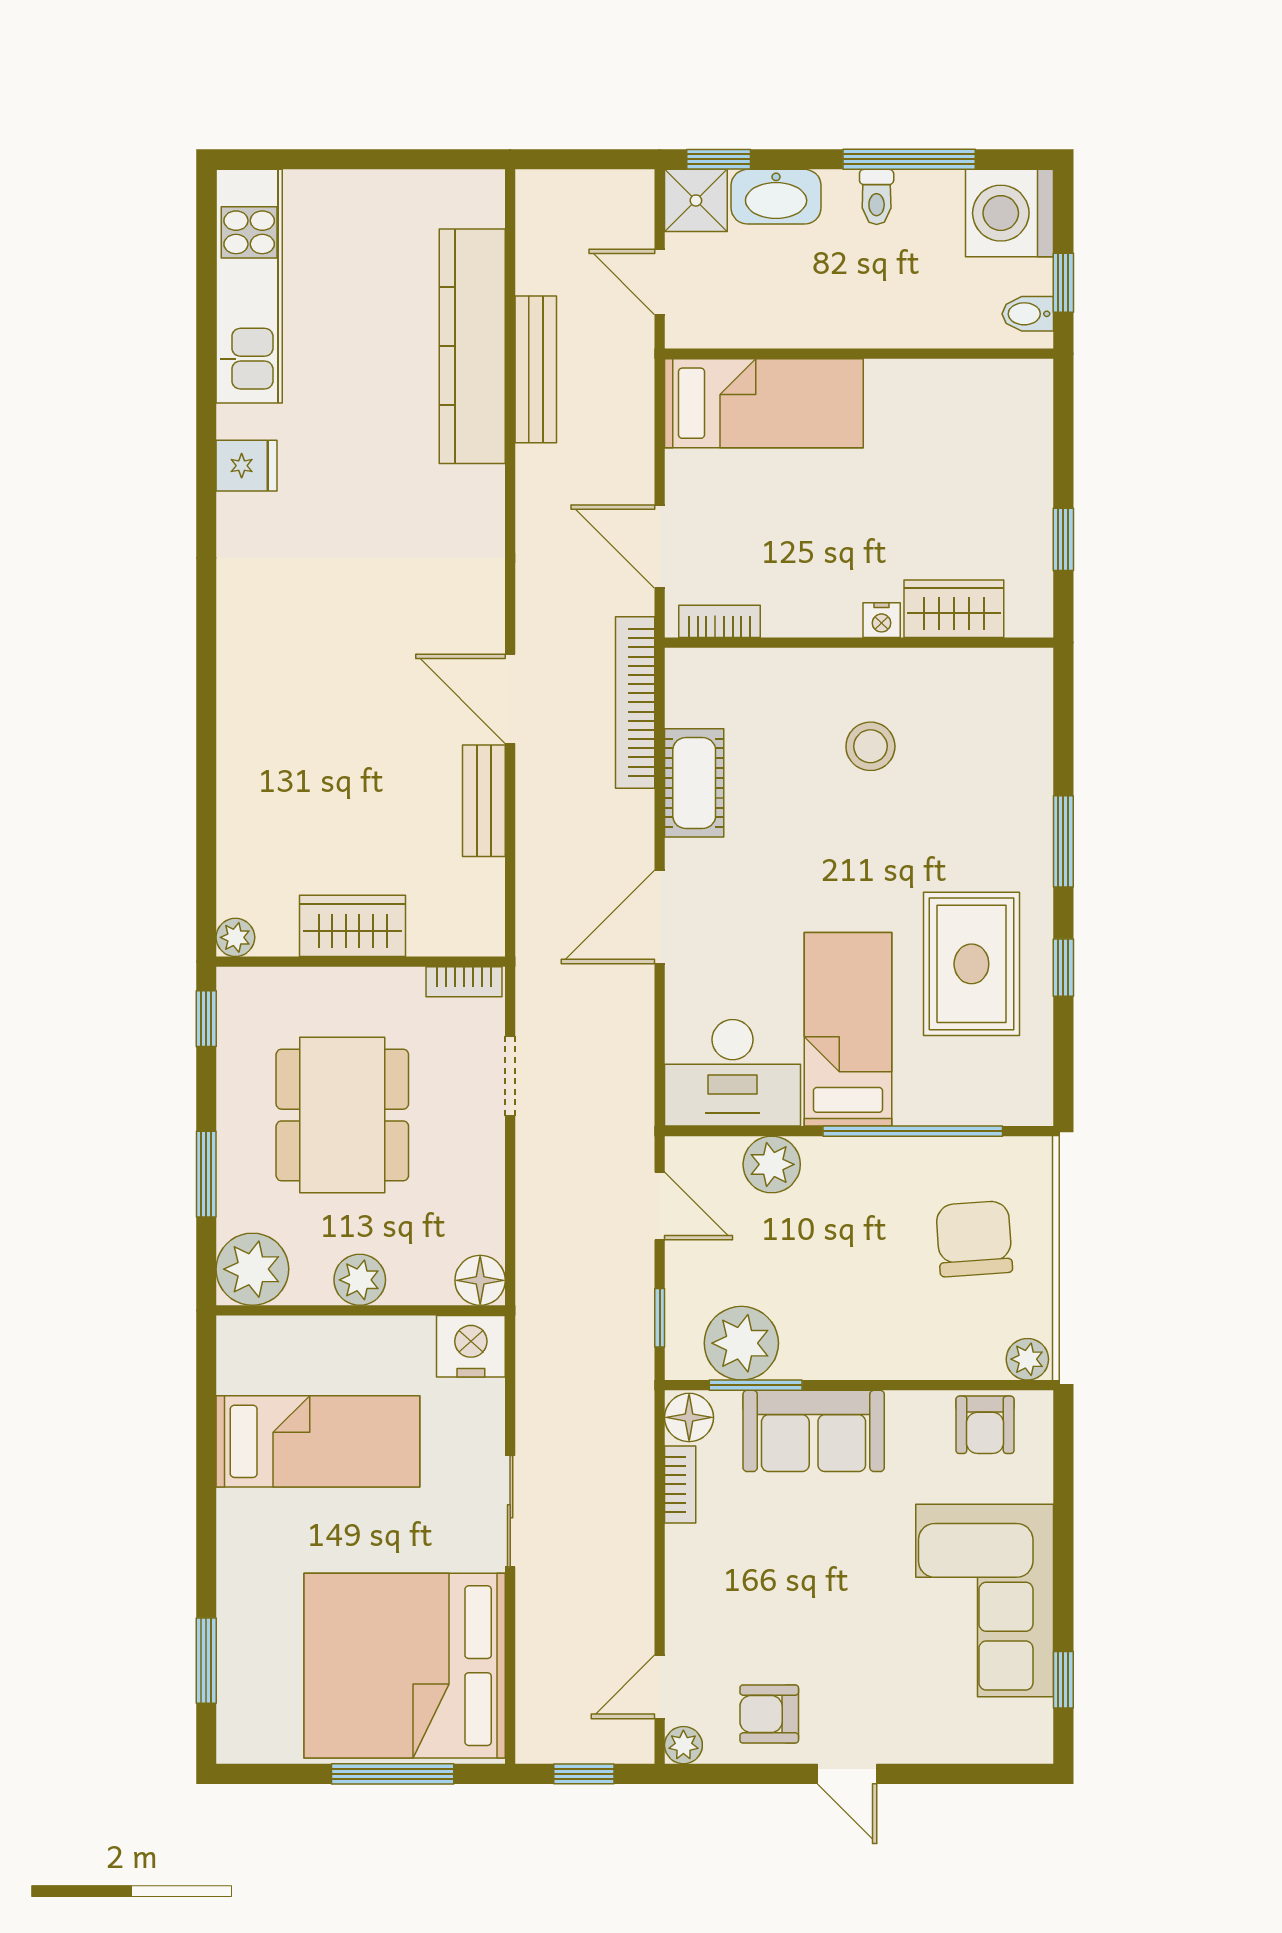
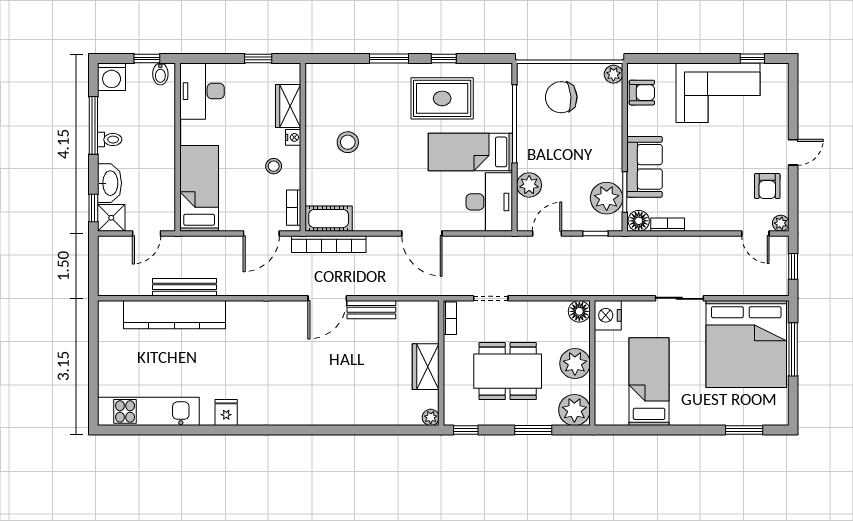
washing machine: (1010, 213) -> (112, 77), width x0.73, depth x0.73
desk: (988, 410) -> (202, 91), added
stool: (815, 575) -> (274, 166), added
cot: (694, 783) -> (329, 219), moved
plant: (360, 1280) -> (575, 364), width x1.36, depth x1.36

